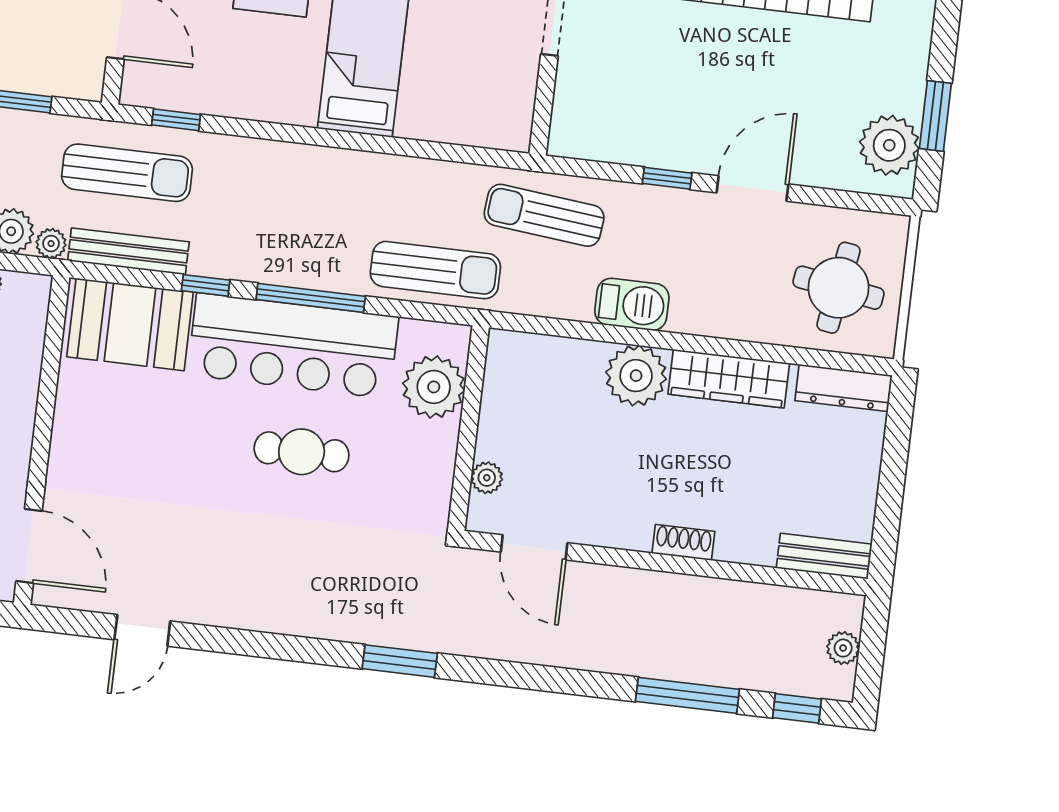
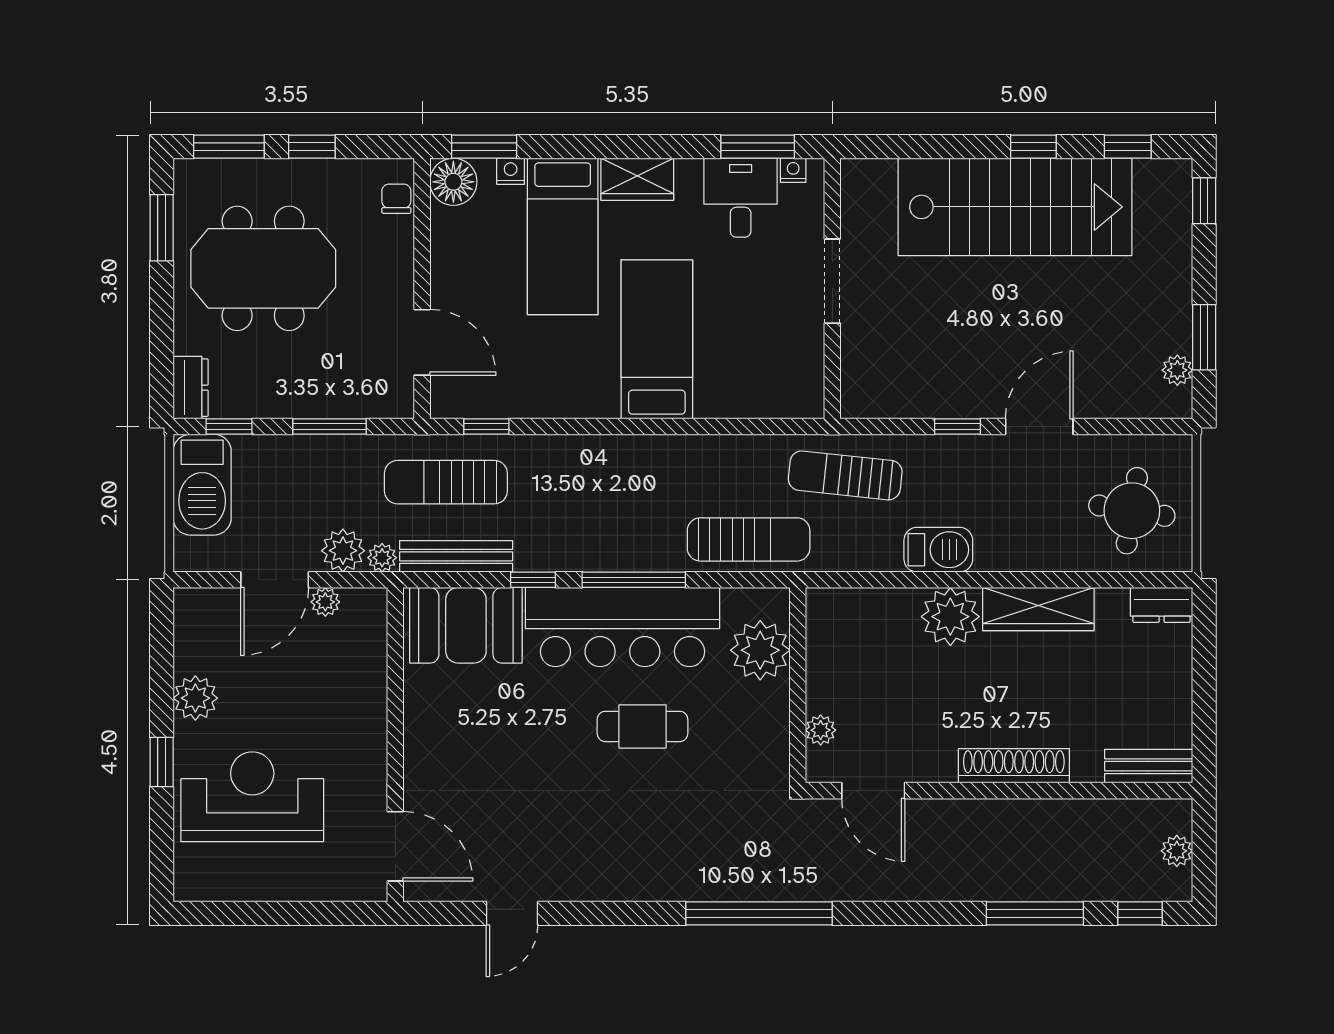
plant: (889, 145) -> (1177, 370), width x0.53, depth x0.53
sun lounger: (127, 173) -> (446, 482), turned 180
dresser: (844, 388) -> (1162, 605), width x0.70
shoe rack: (683, 542) -> (1014, 766), width x1.94, depth x1.24
window: (400, 661) -> (759, 913), width x2.11

